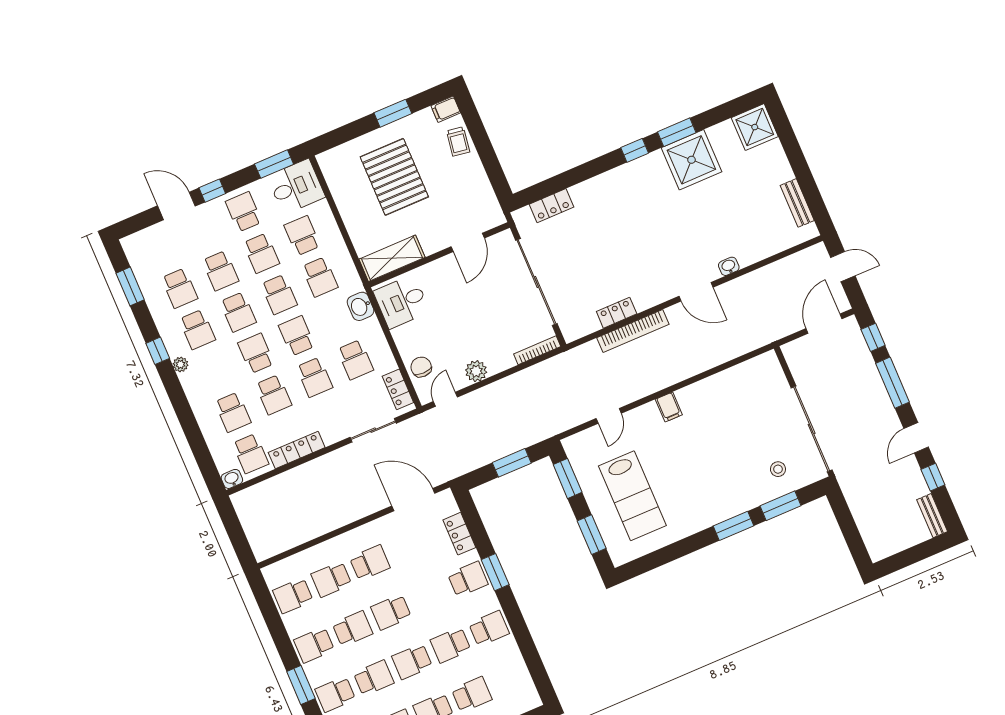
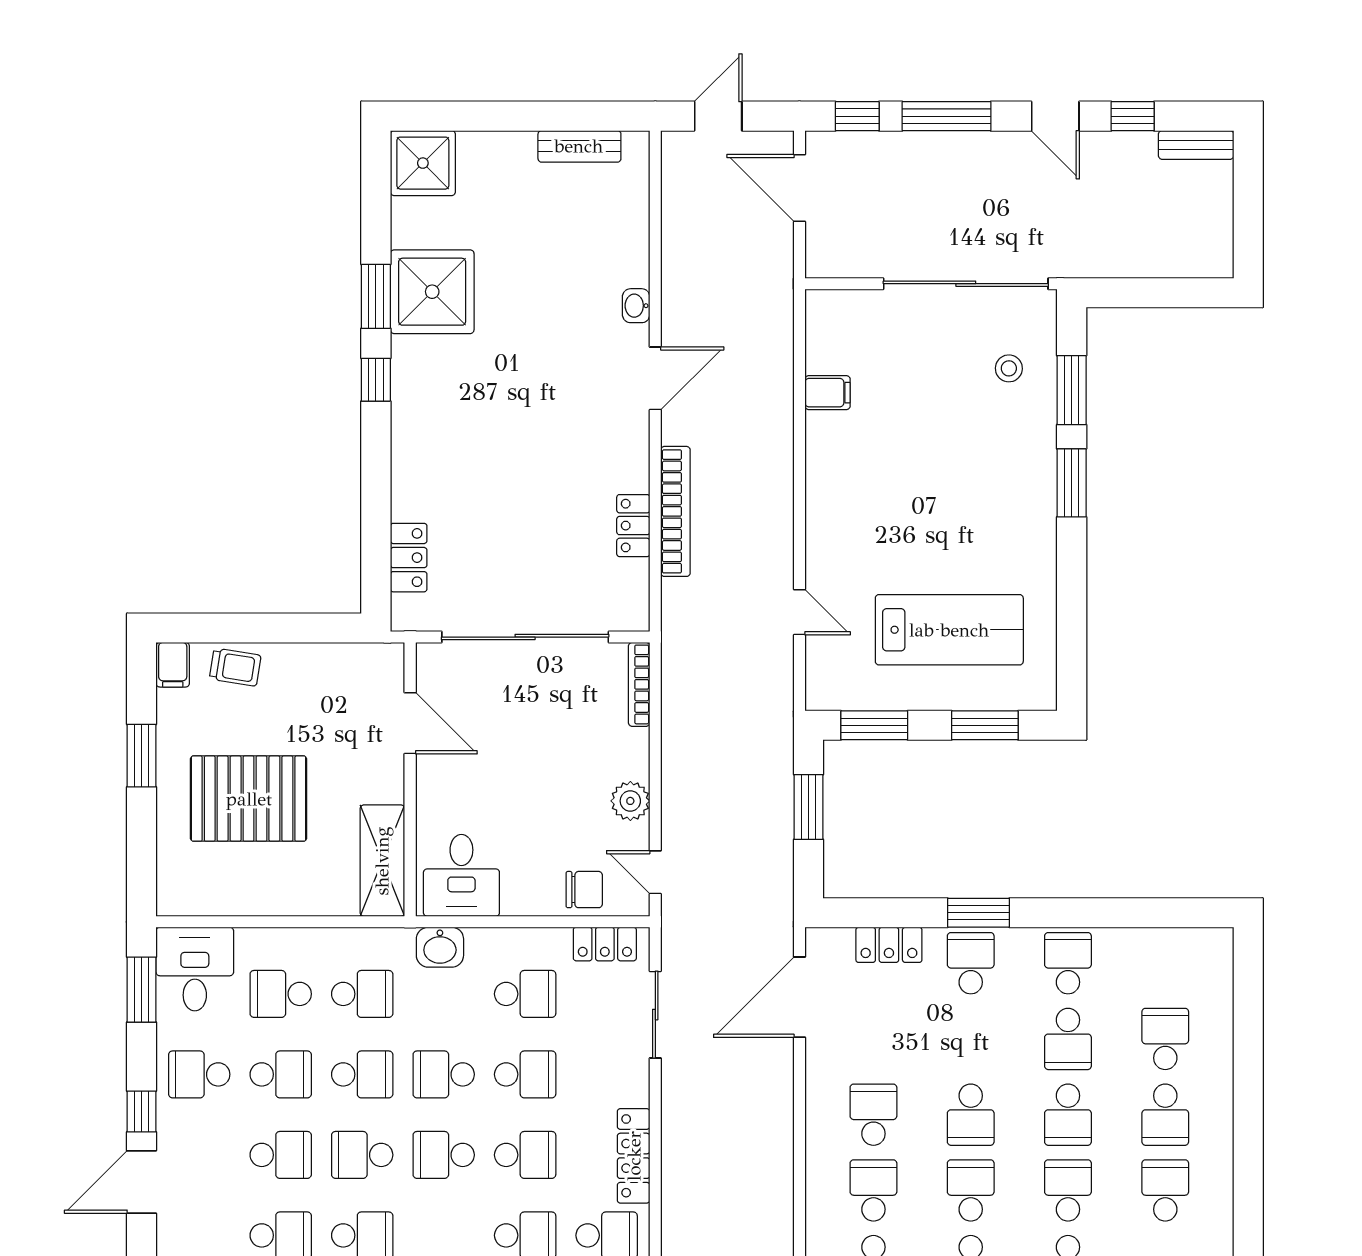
school desk: (238, 312) -> (362, 1155), turned 180
chair: (421, 367) -> (584, 890), turned 180
filing cabinet: (669, 407) -> (828, 393), moved
school desk: (331, 579) -> (873, 1190), turned 180

